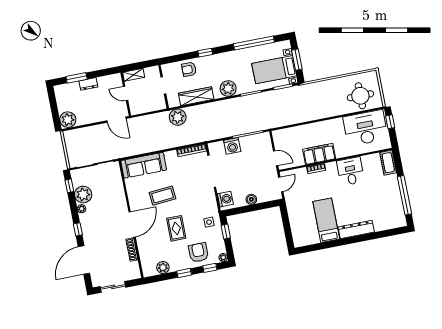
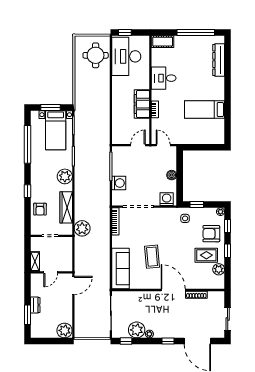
rug: (176, 228) -> (206, 255), moved
dresser: (356, 230) -> (219, 60), moved

